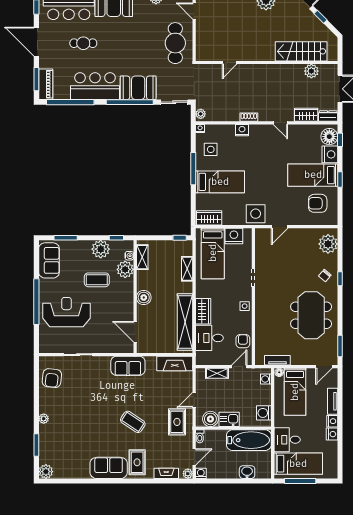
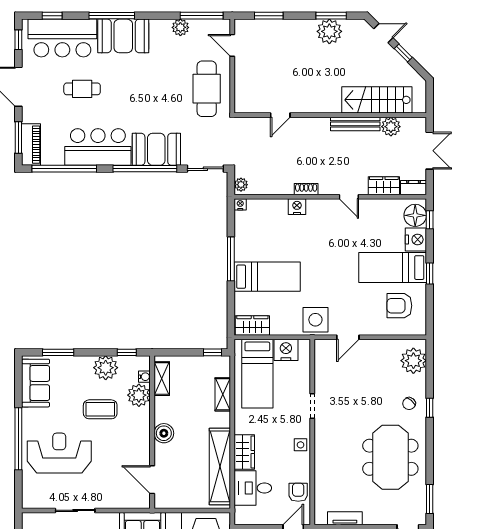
bench: (285, 69) -> (355, 124), added
side table: (211, 149) -> (255, 233), removed

